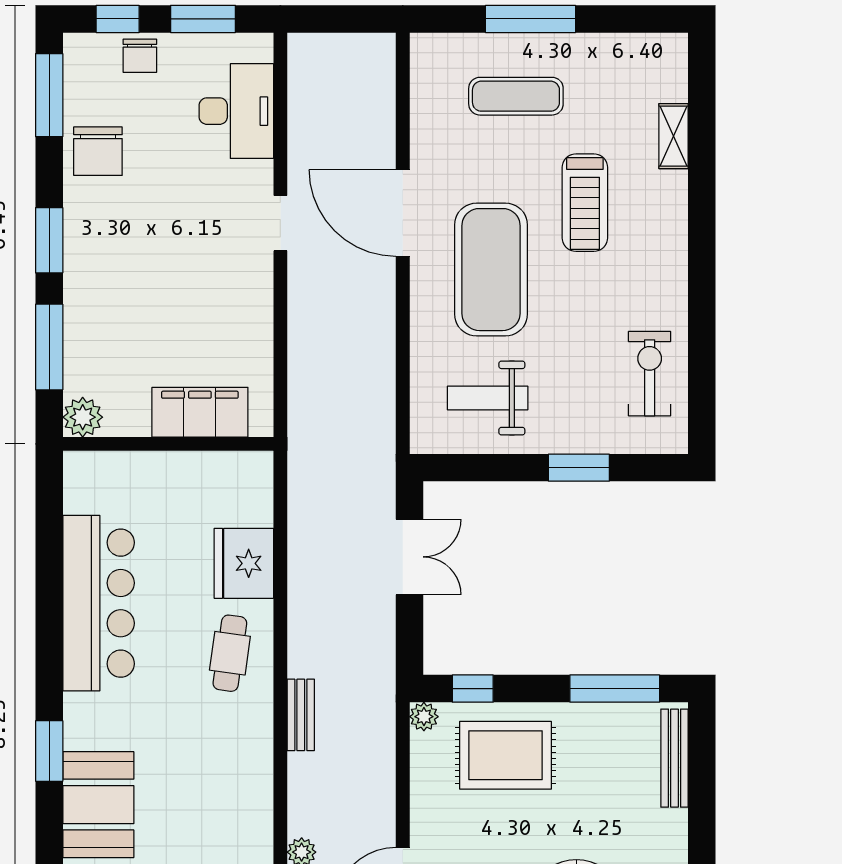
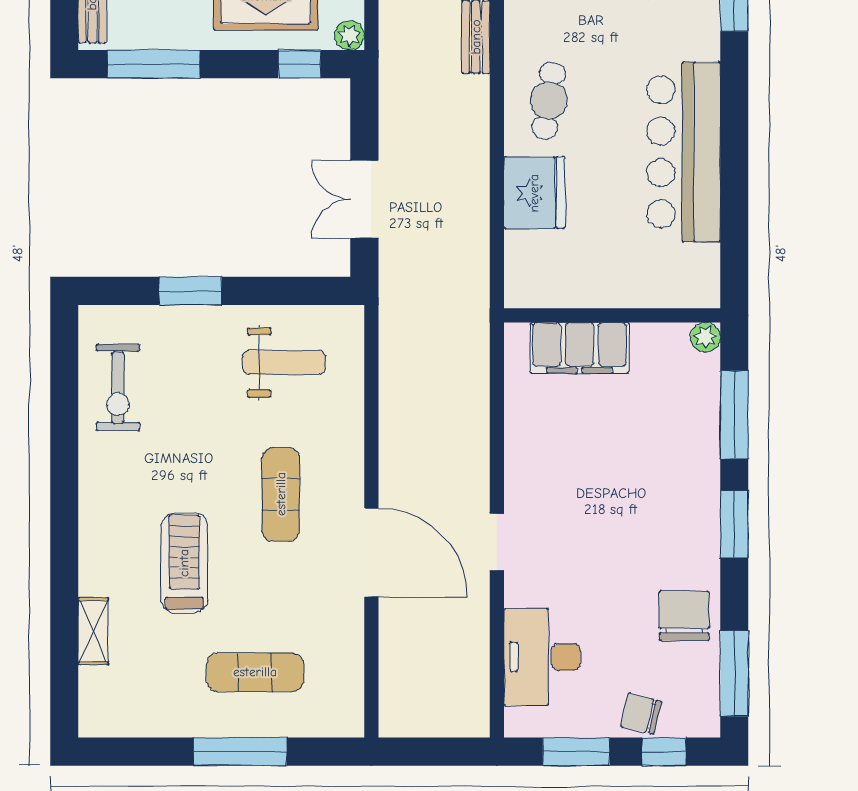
chair: (140, 56) -> (641, 714), turned -77
exercise mat: (491, 270) -> (281, 494), width x0.50, depth x0.69
plant: (83, 417) -> (705, 337), width x0.73, depth x0.73

